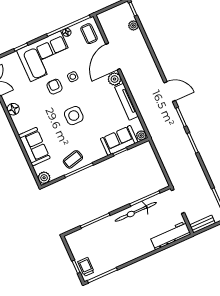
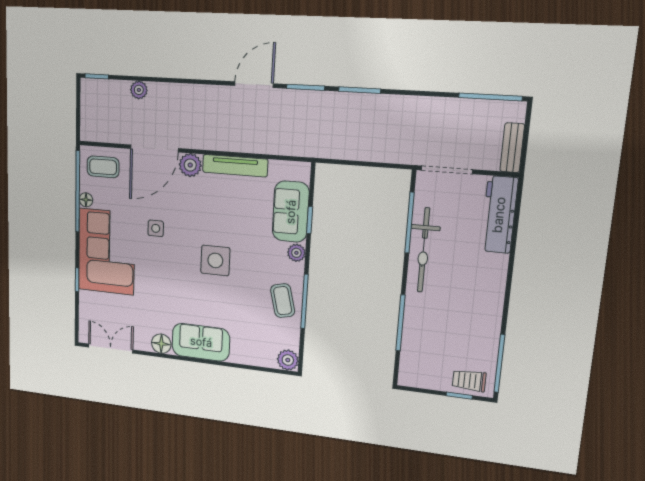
plant: (133, 25) -> (139, 90), moved
door: (113, 56) -> (154, 148), hinge flipped
armchair: (55, 87) -> (157, 264), removed
plant: (141, 135) -> (296, 253), moved
sofa: (34, 147) -> (201, 342), moved

